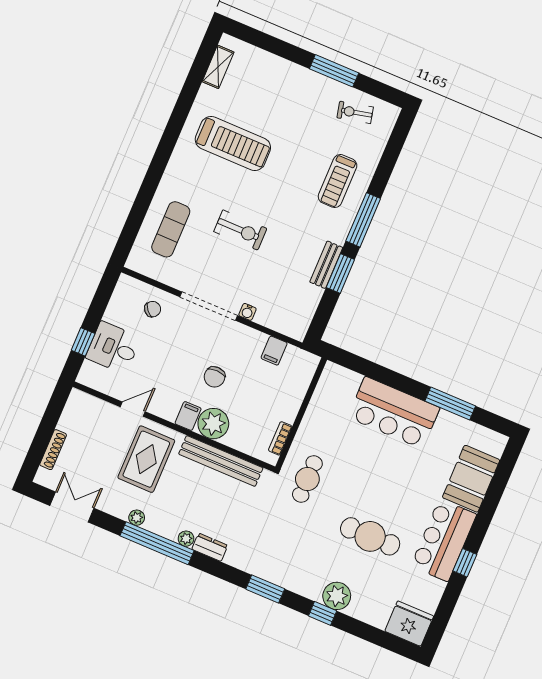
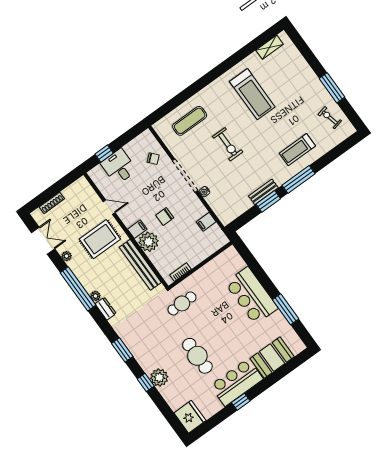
plant: (137, 518) -> (67, 256), moved

